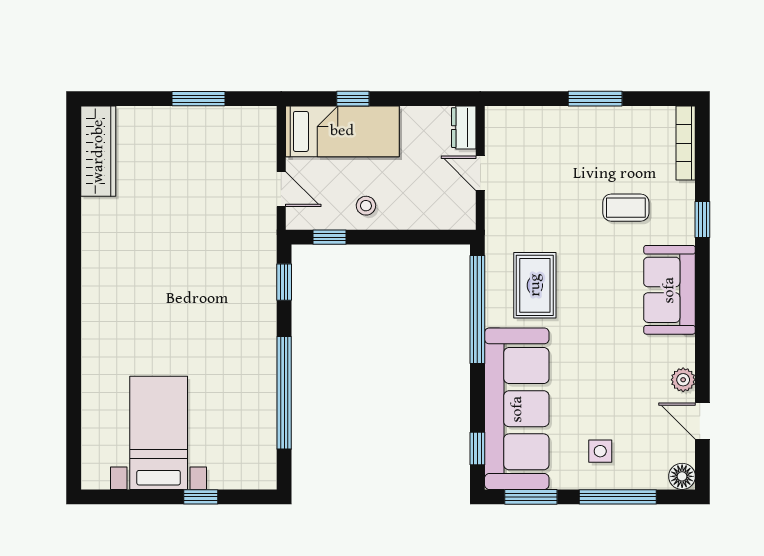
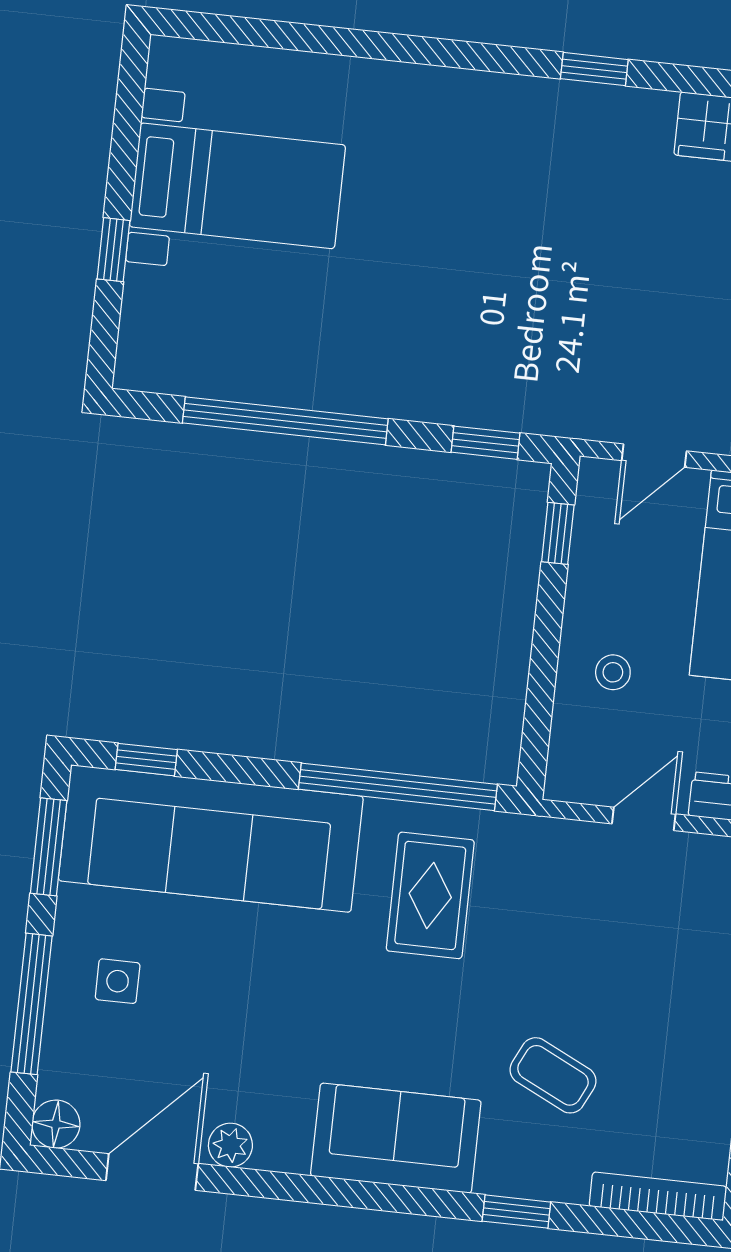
stool: (366, 206) -> (613, 672), moved
coffee table: (626, 208) -> (553, 1075), turned -64
window: (74, 245) -> (594, 69), added
rug: (535, 285) -> (430, 895), turned 90
door: (702, 421) -> (152, 1172), width x1.38

